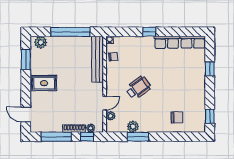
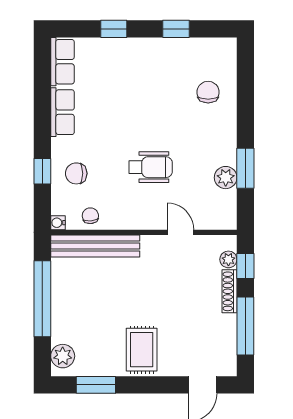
window: (149, 32) -> (42, 171), moved
chair: (135, 49) -> (76, 173), added
wheelchair: (138, 88) -> (150, 167), turned 126
plant: (111, 116) -> (205, 221), removed
window: (210, 116) -> (176, 29), moved

